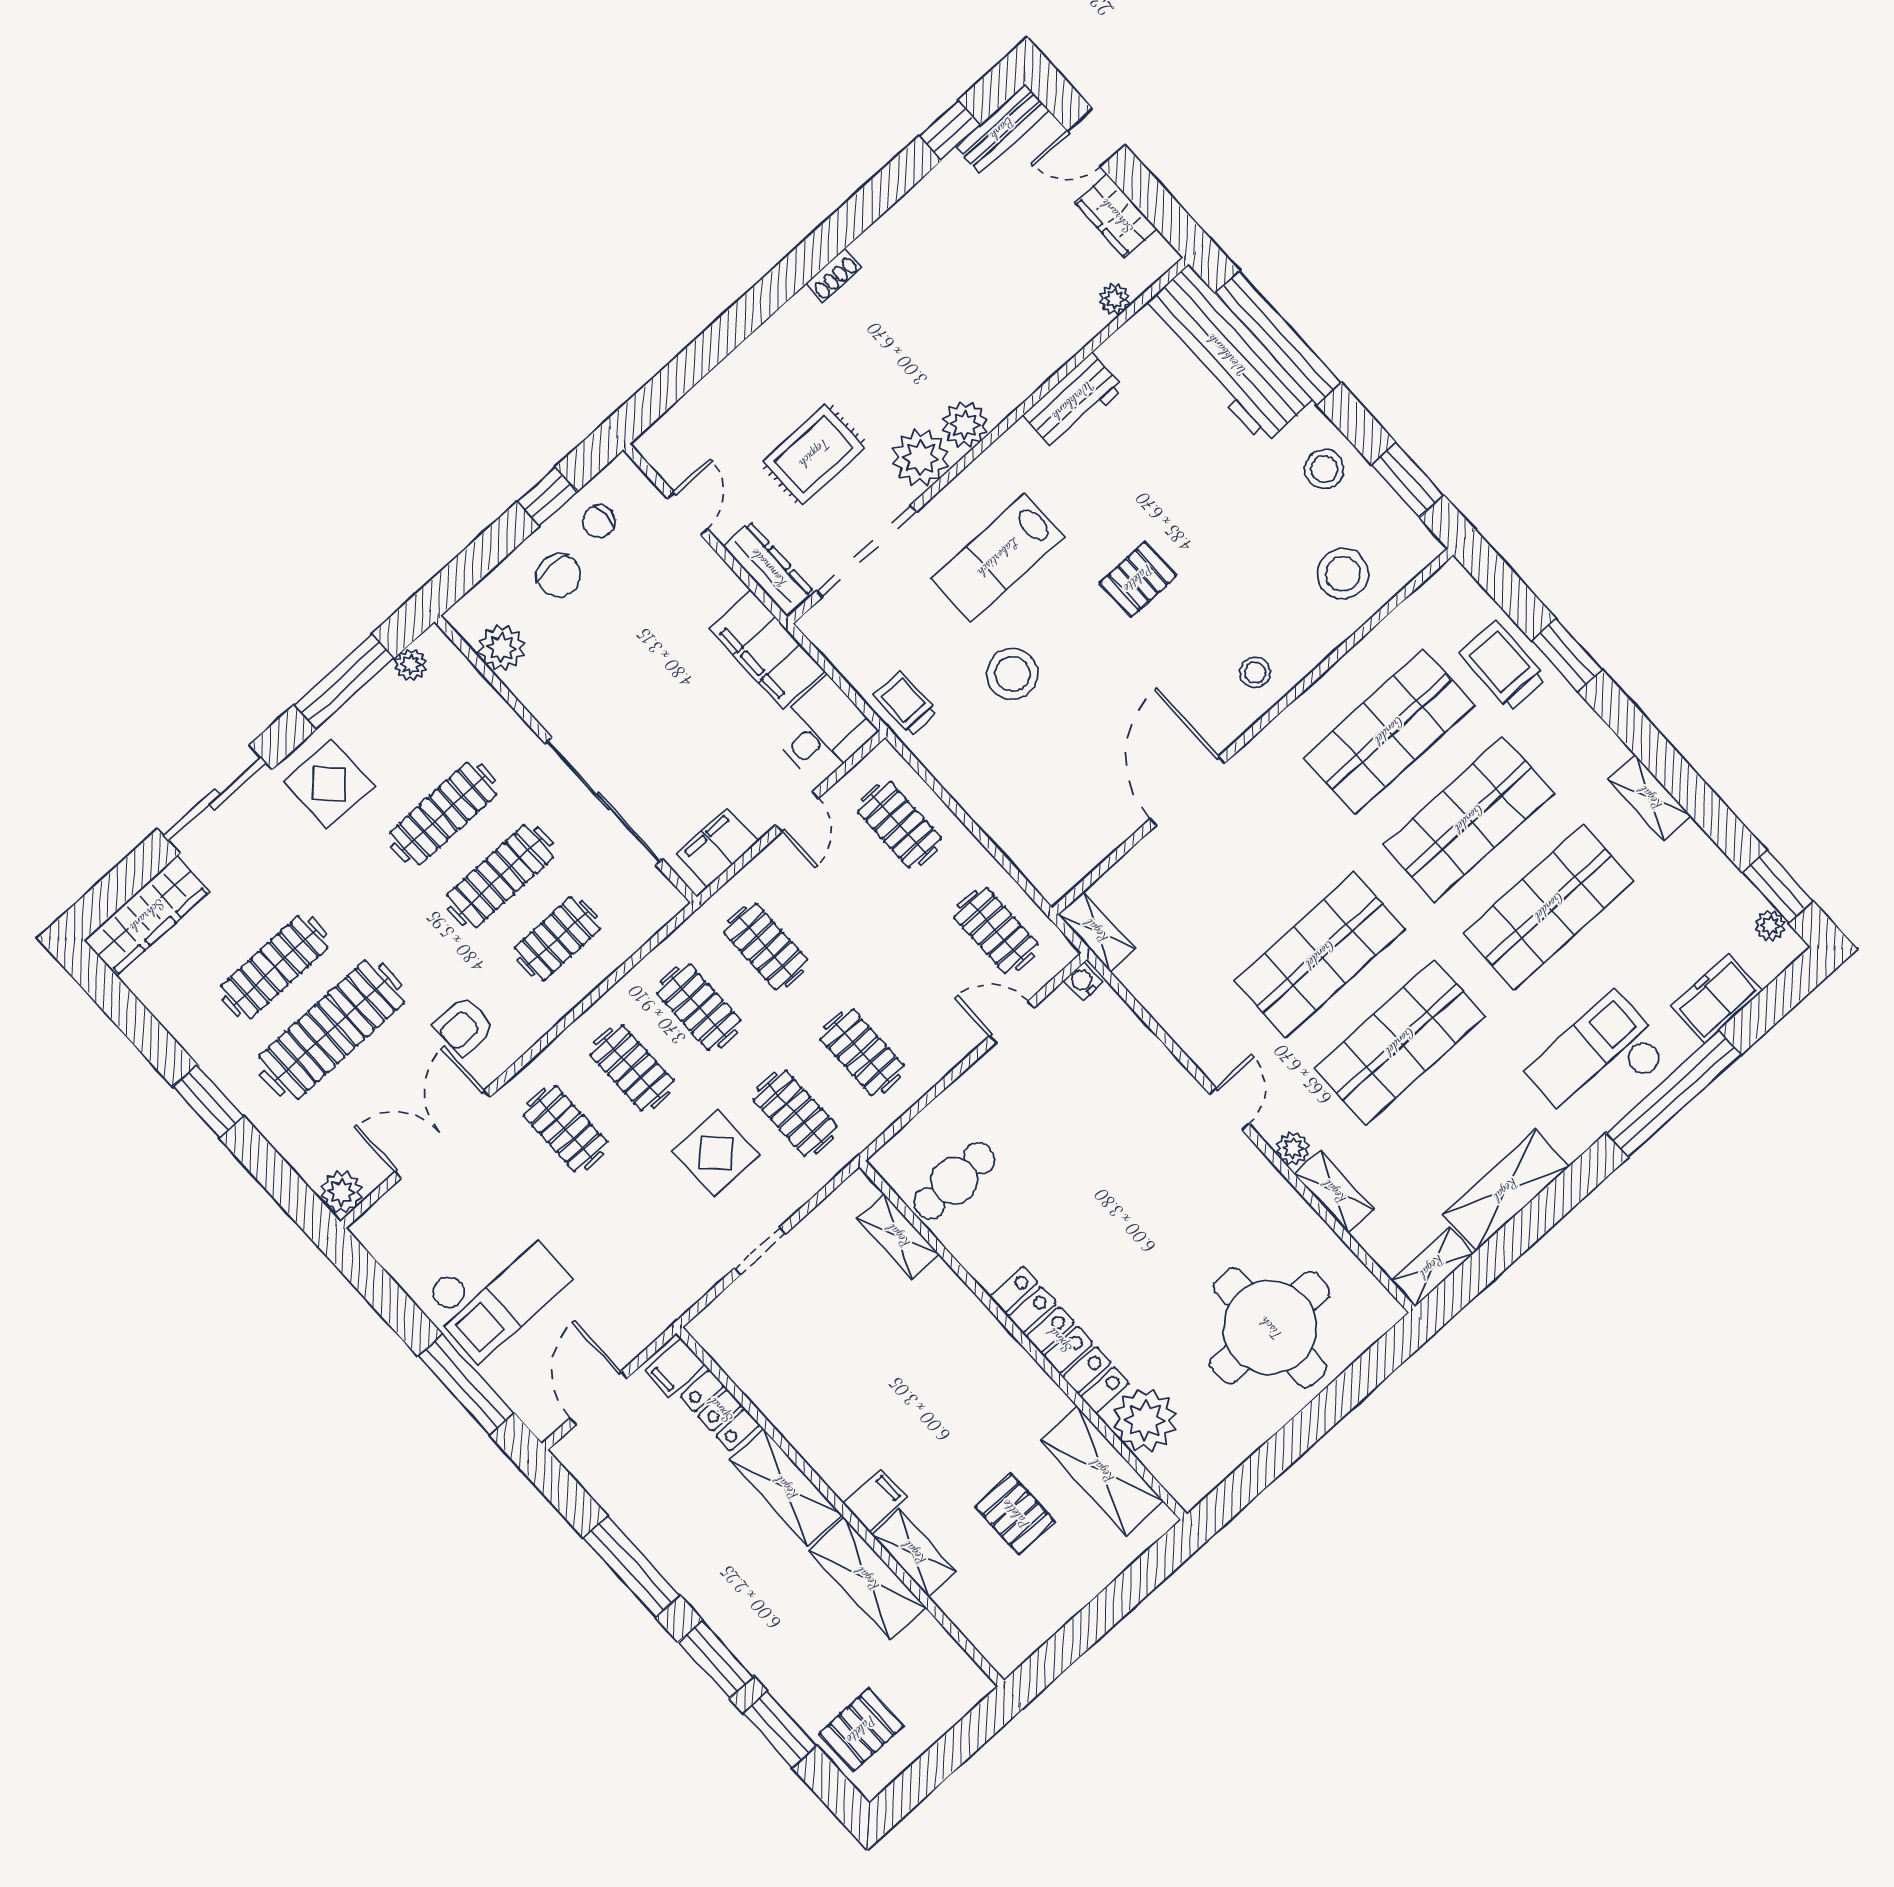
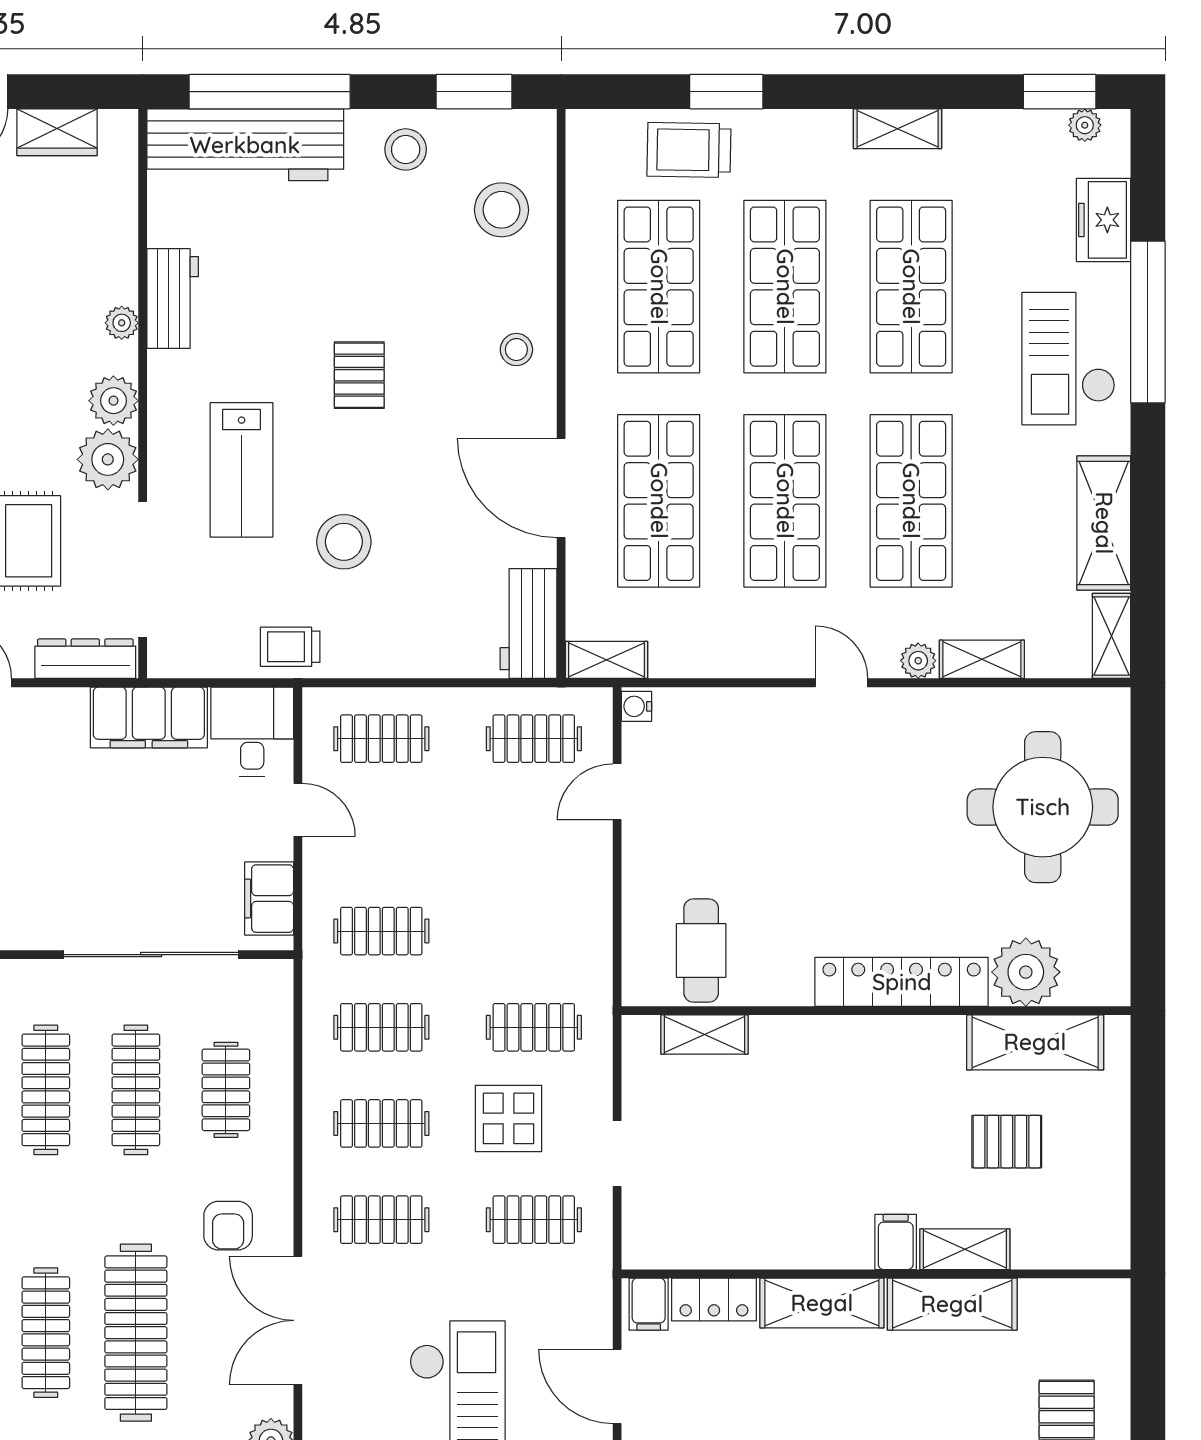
plant: (1114, 299) -> (122, 323), moved
workbench: (1072, 854) -> (528, 623), added
shop shelf: (1240, 867) -> (659, 501), added
clothes rail: (862, 1052) -> (534, 1220), moved

